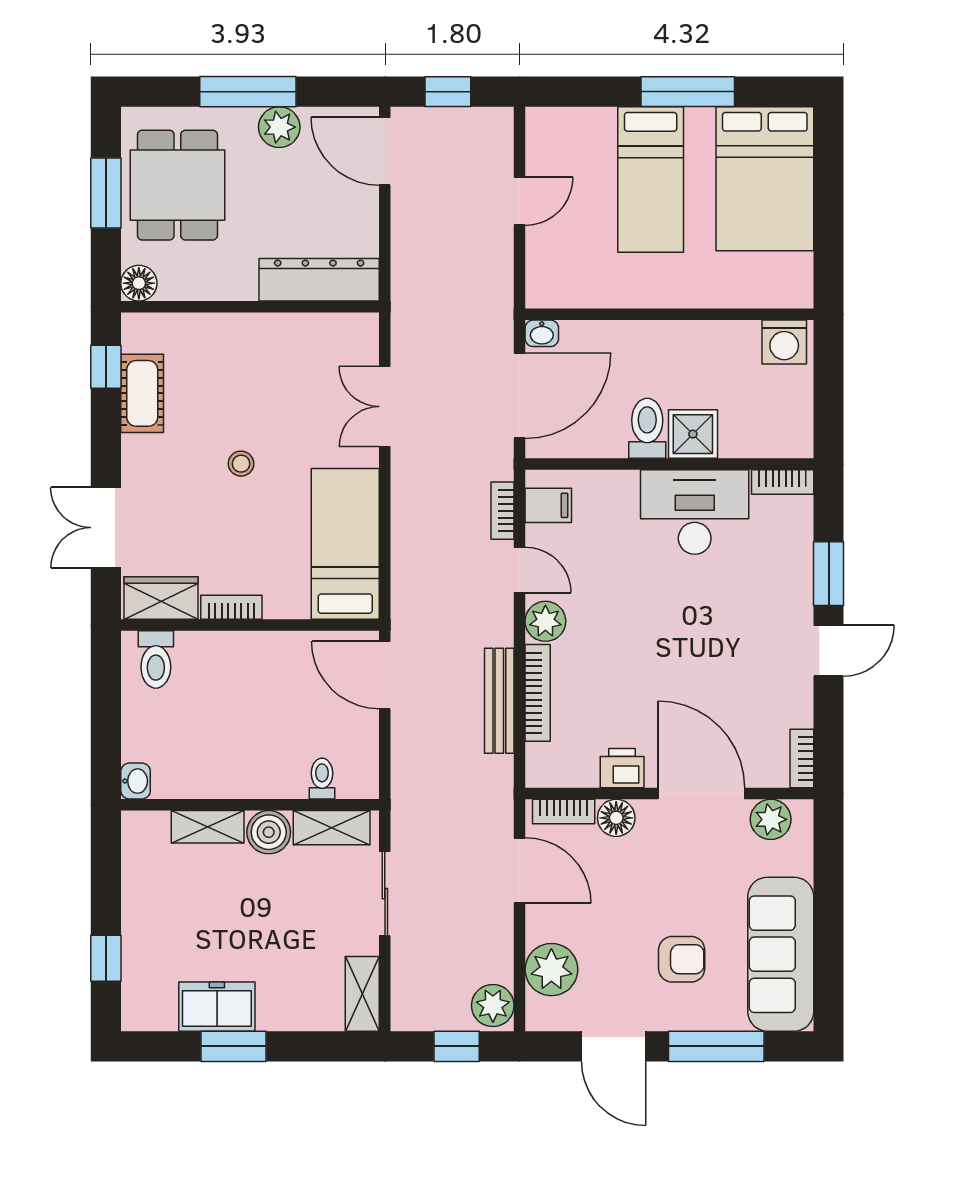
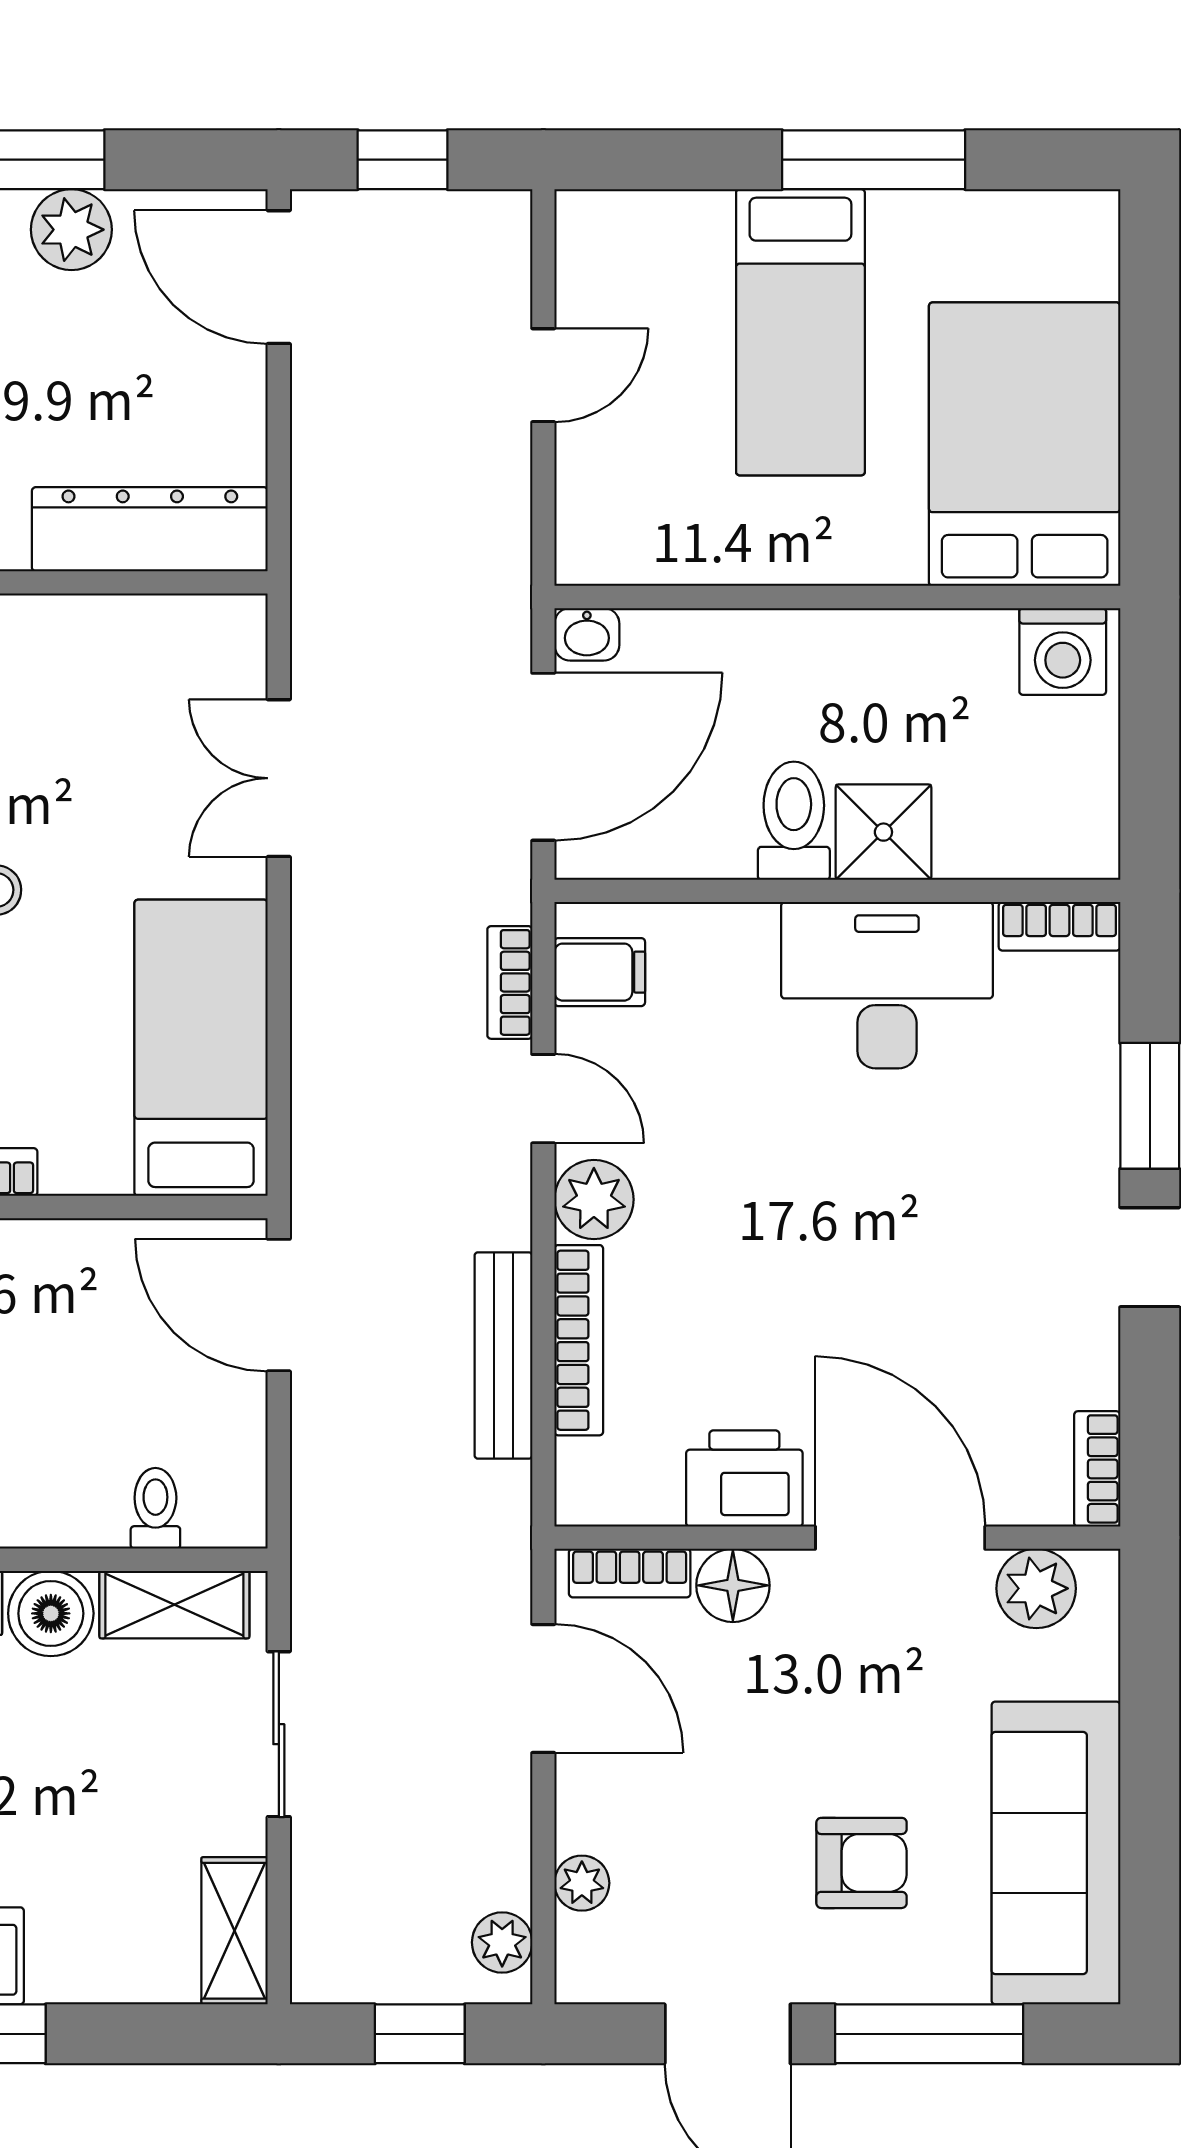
bed: (765, 179) -> (1025, 444), moved, turned 180
printer: (622, 768) -> (744, 1479), width x1.36, depth x1.24
plant: (551, 970) -> (582, 1883), width x0.53, depth x0.53
plant: (493, 1006) -> (502, 1942), width x0.73, depth x0.73

